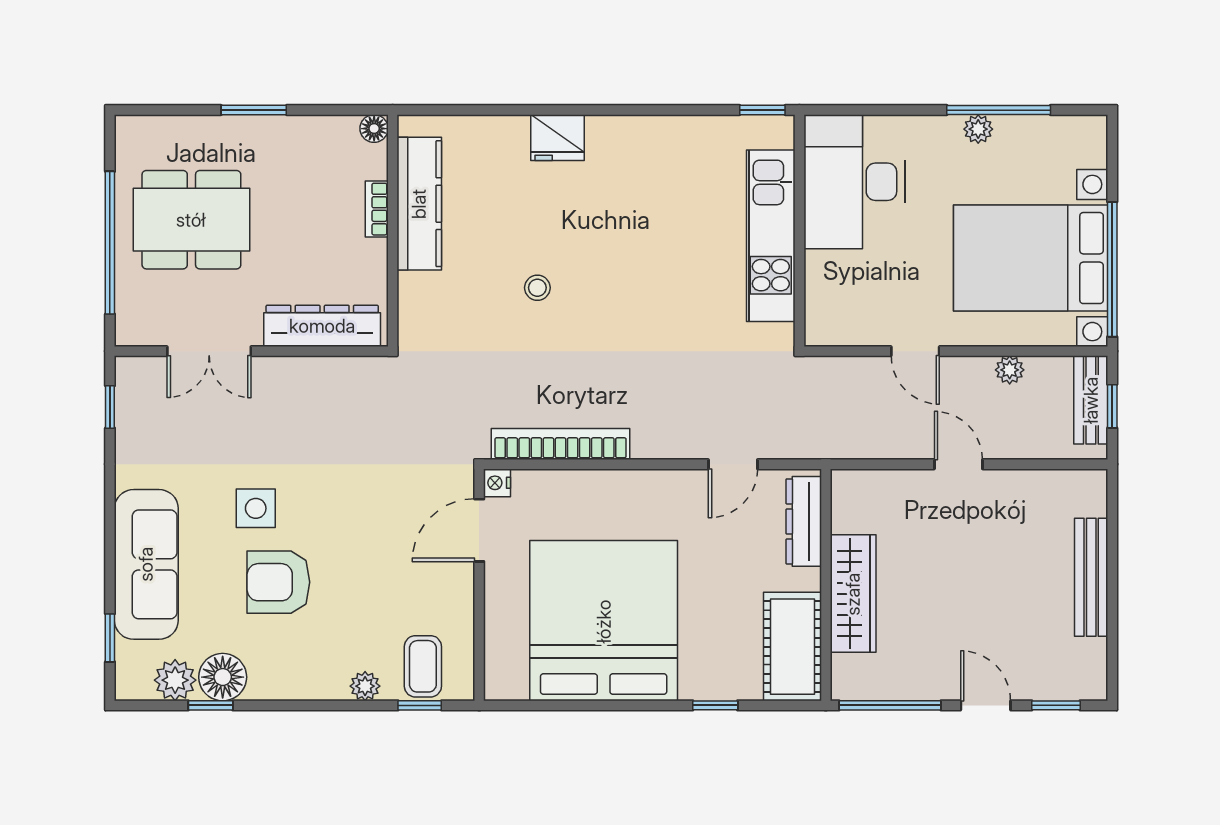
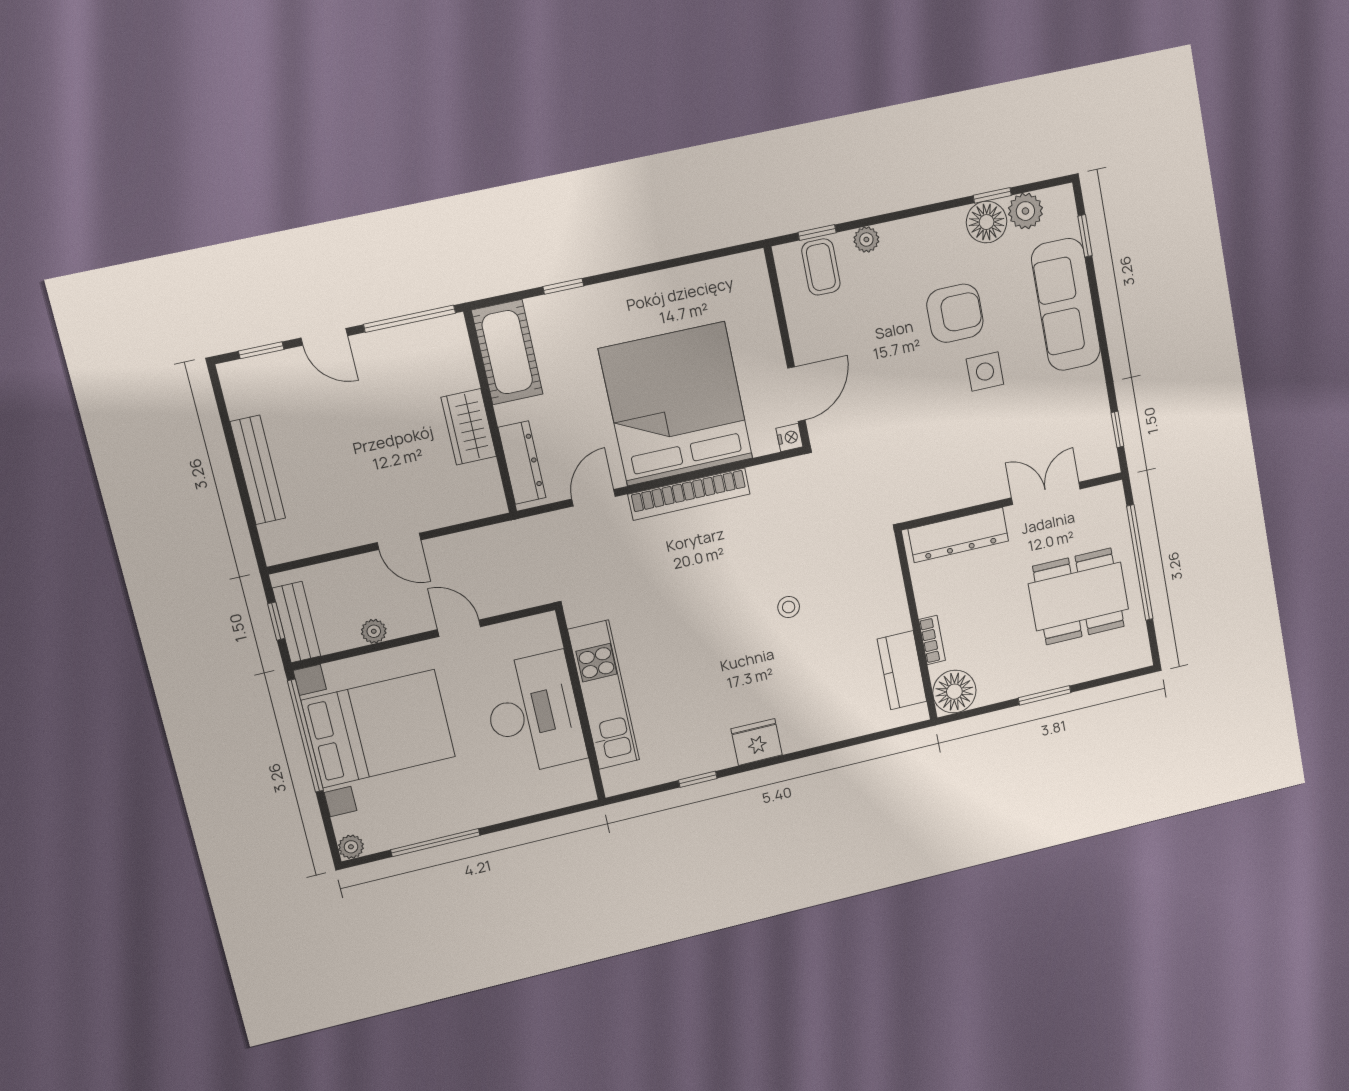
window: (762, 110) -> (698, 779), moved
floor lamp: (374, 129) -> (954, 692), width x1.89, depth x1.89
plant: (978, 129) -> (351, 847), moved
fridge: (557, 138) -> (757, 742), moved
desk: (854, 182) -> (534, 713), moved
kitchen counter: (419, 204) -> (902, 670), width x0.67
bookcase: (561, 444) -> (689, 494), moved
wardrobe: (853, 594) -> (469, 427), width x0.67
bed: (604, 621) -> (676, 404), moved, turned 180

